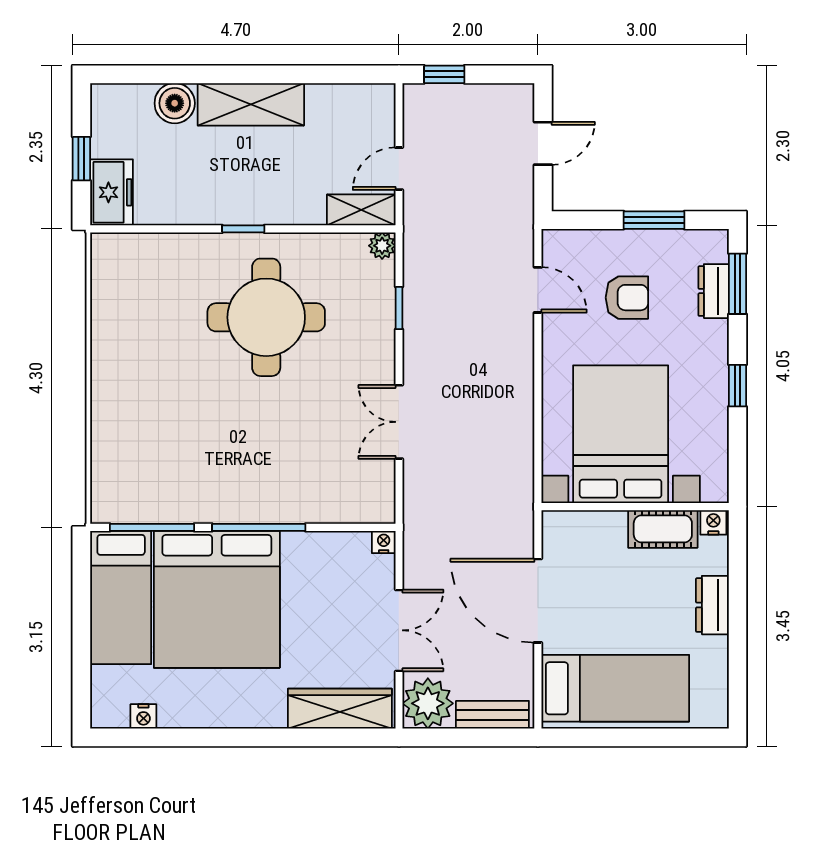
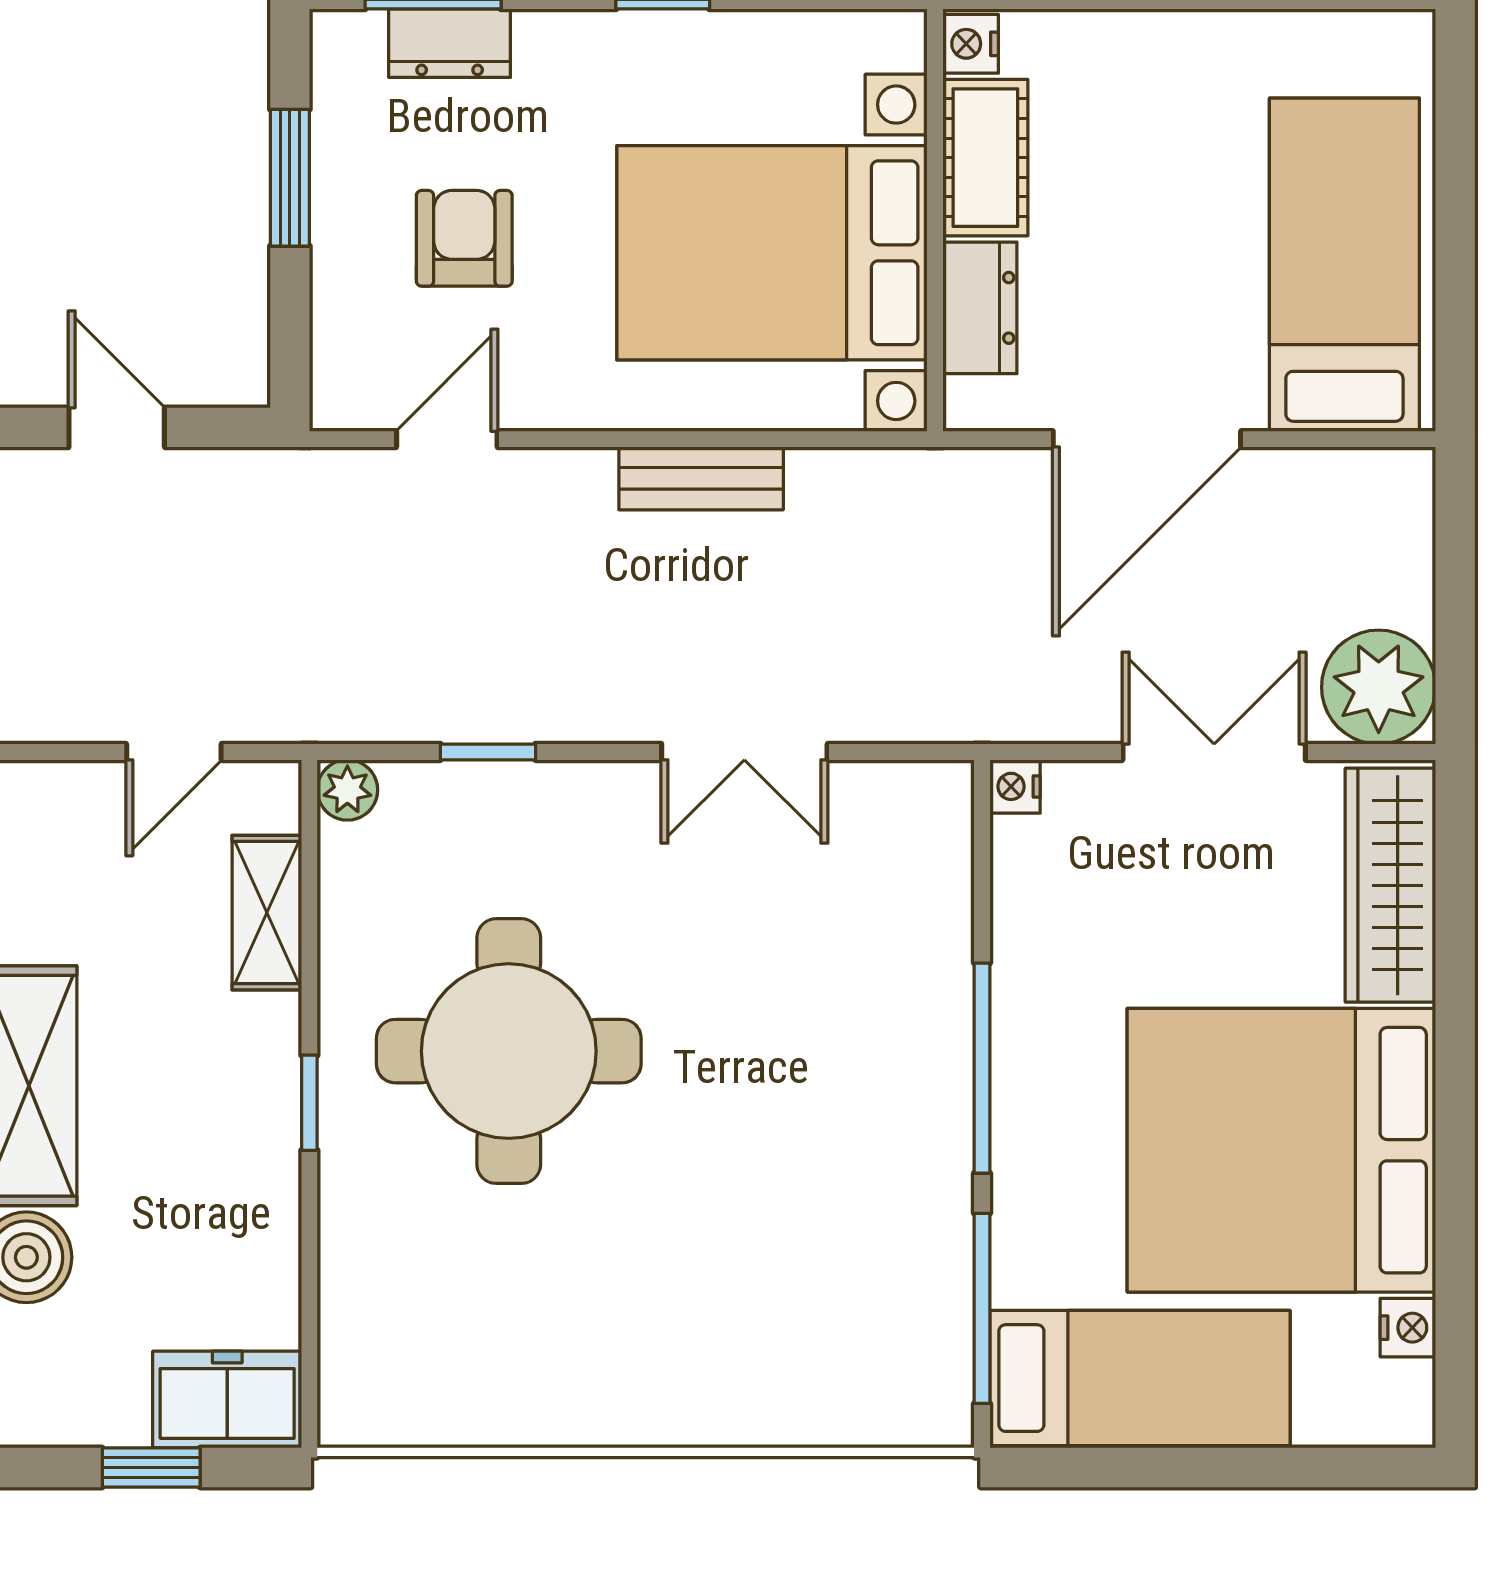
door: (399, 169) -> (174, 752), hinge flipped
shelving: (361, 210) -> (267, 913), moved
bed: (217, 599) -> (1281, 1150), moved, turned 180
dresser: (712, 605) -> (980, 308), moved, turned -90
bench: (492, 715) -> (701, 478), moved, turned 90

